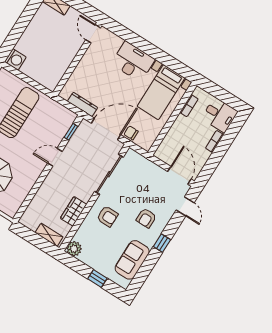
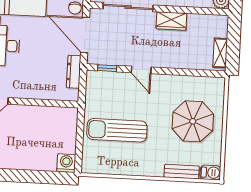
wardrobe: (73, 211) -> (171, 21), moved
shelving: (49, 235) -> (220, 53), moved

